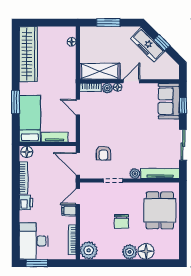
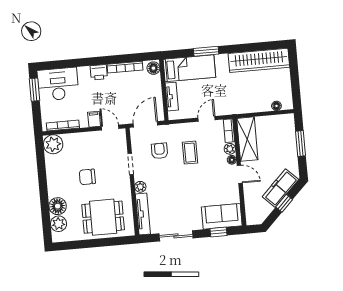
coffee table: (107, 125) -> (190, 153), added
armchair: (103, 153) -> (159, 151), turned 90
plant: (130, 252) -> (59, 224), moved

